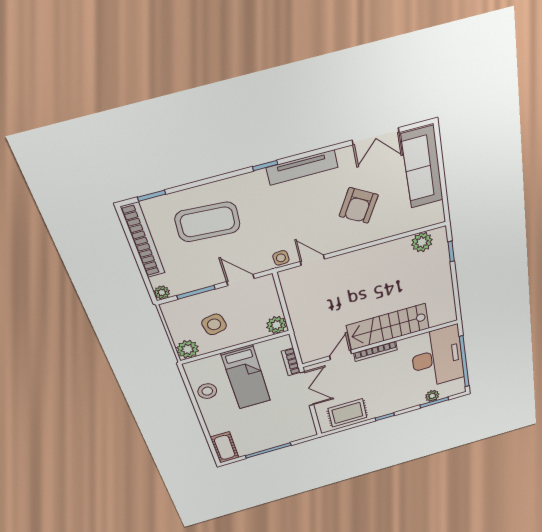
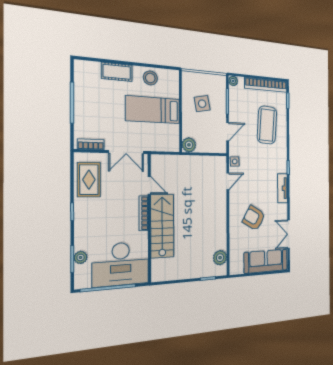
tv unit: (302, 167) -> (282, 188), width x0.71
plant: (188, 349) -> (189, 79), removed
bookcase: (291, 362) -> (91, 144), moved
cot: (225, 447) -> (117, 72), moved

